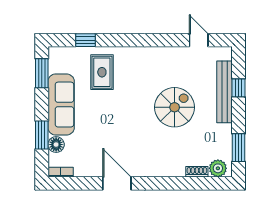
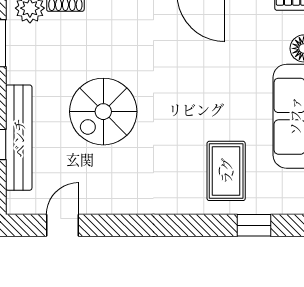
door: (199, 40) -> (63, 225), swing flipped

